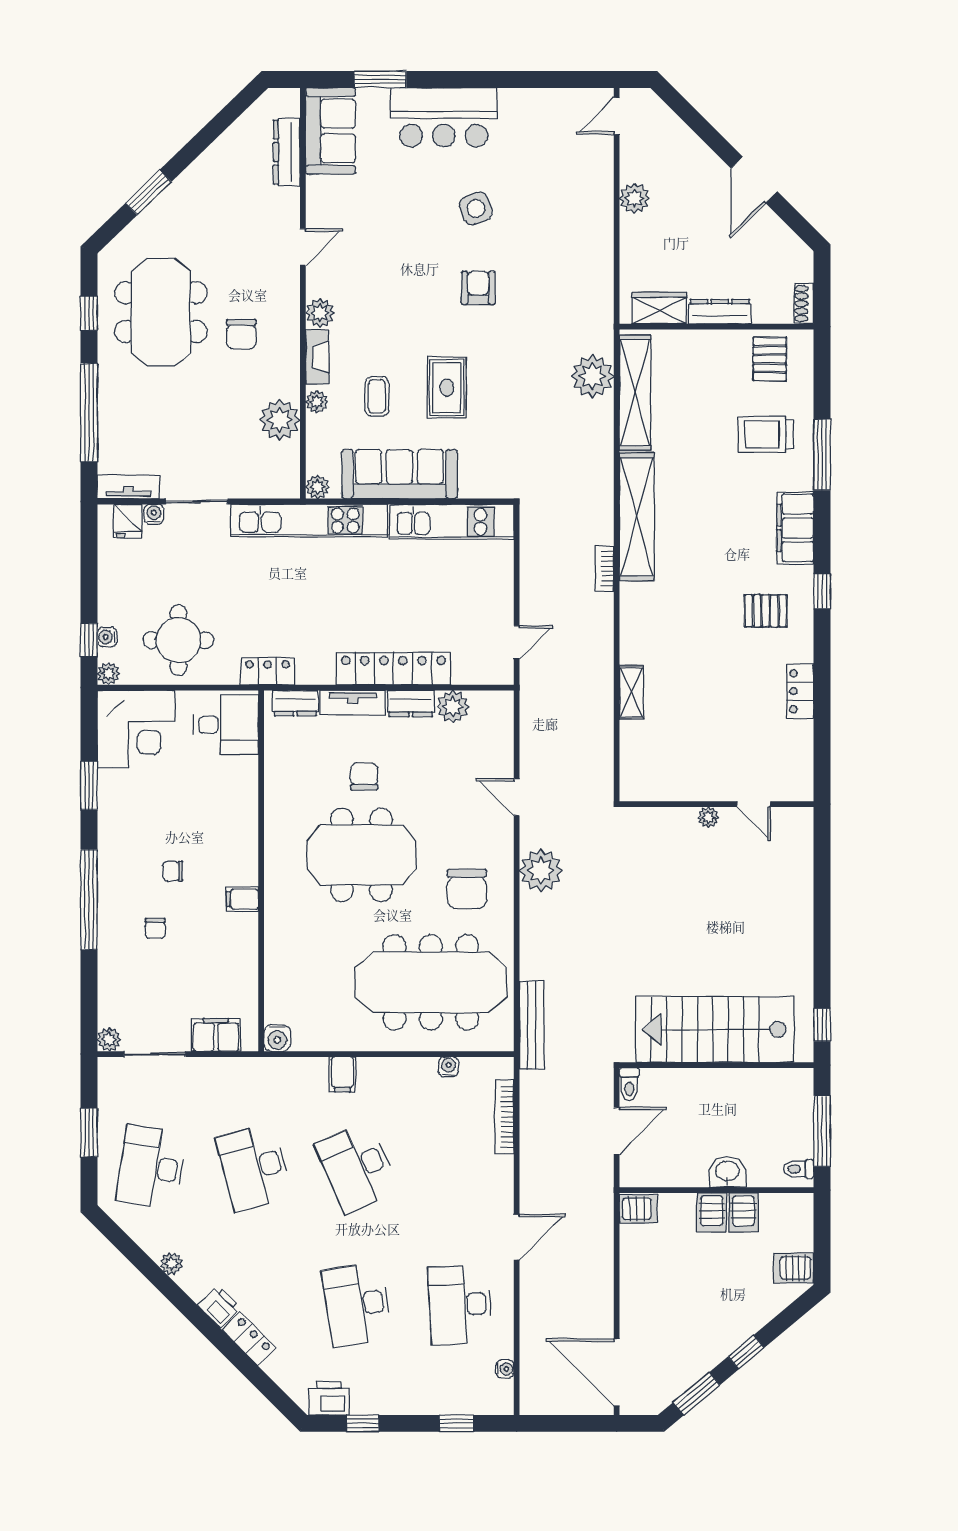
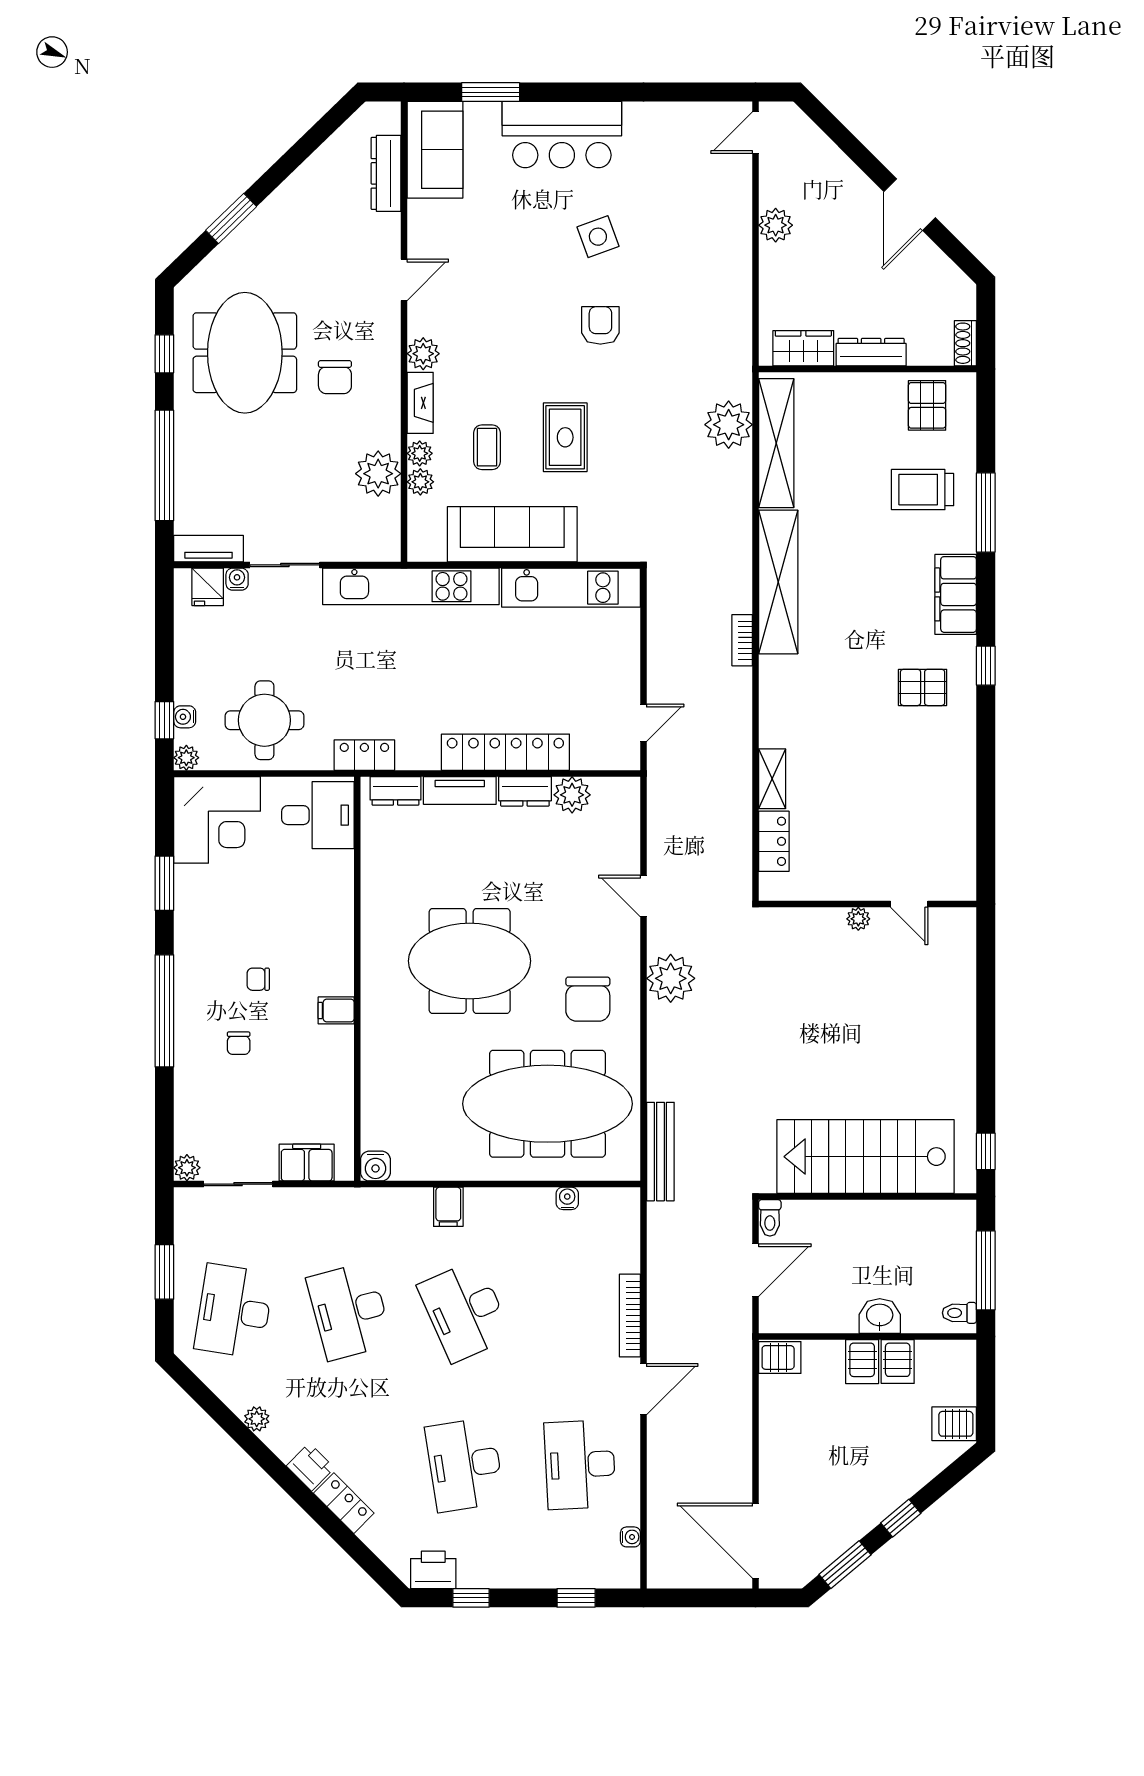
plant: (317, 487) -> (420, 482), moved
locker: (800, 691) -> (774, 841), moved, turned 180
chair: (364, 776) -> (473, 873), removed
bookcase: (504, 1117) -> (630, 1316), moved

